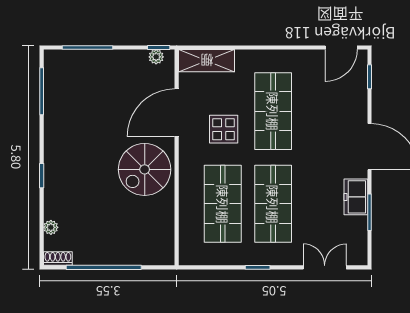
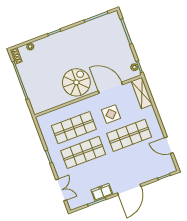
door: (341, 47) -> (169, 145), moved
spiral stairs: (145, 169) -> (76, 82), turned 90

